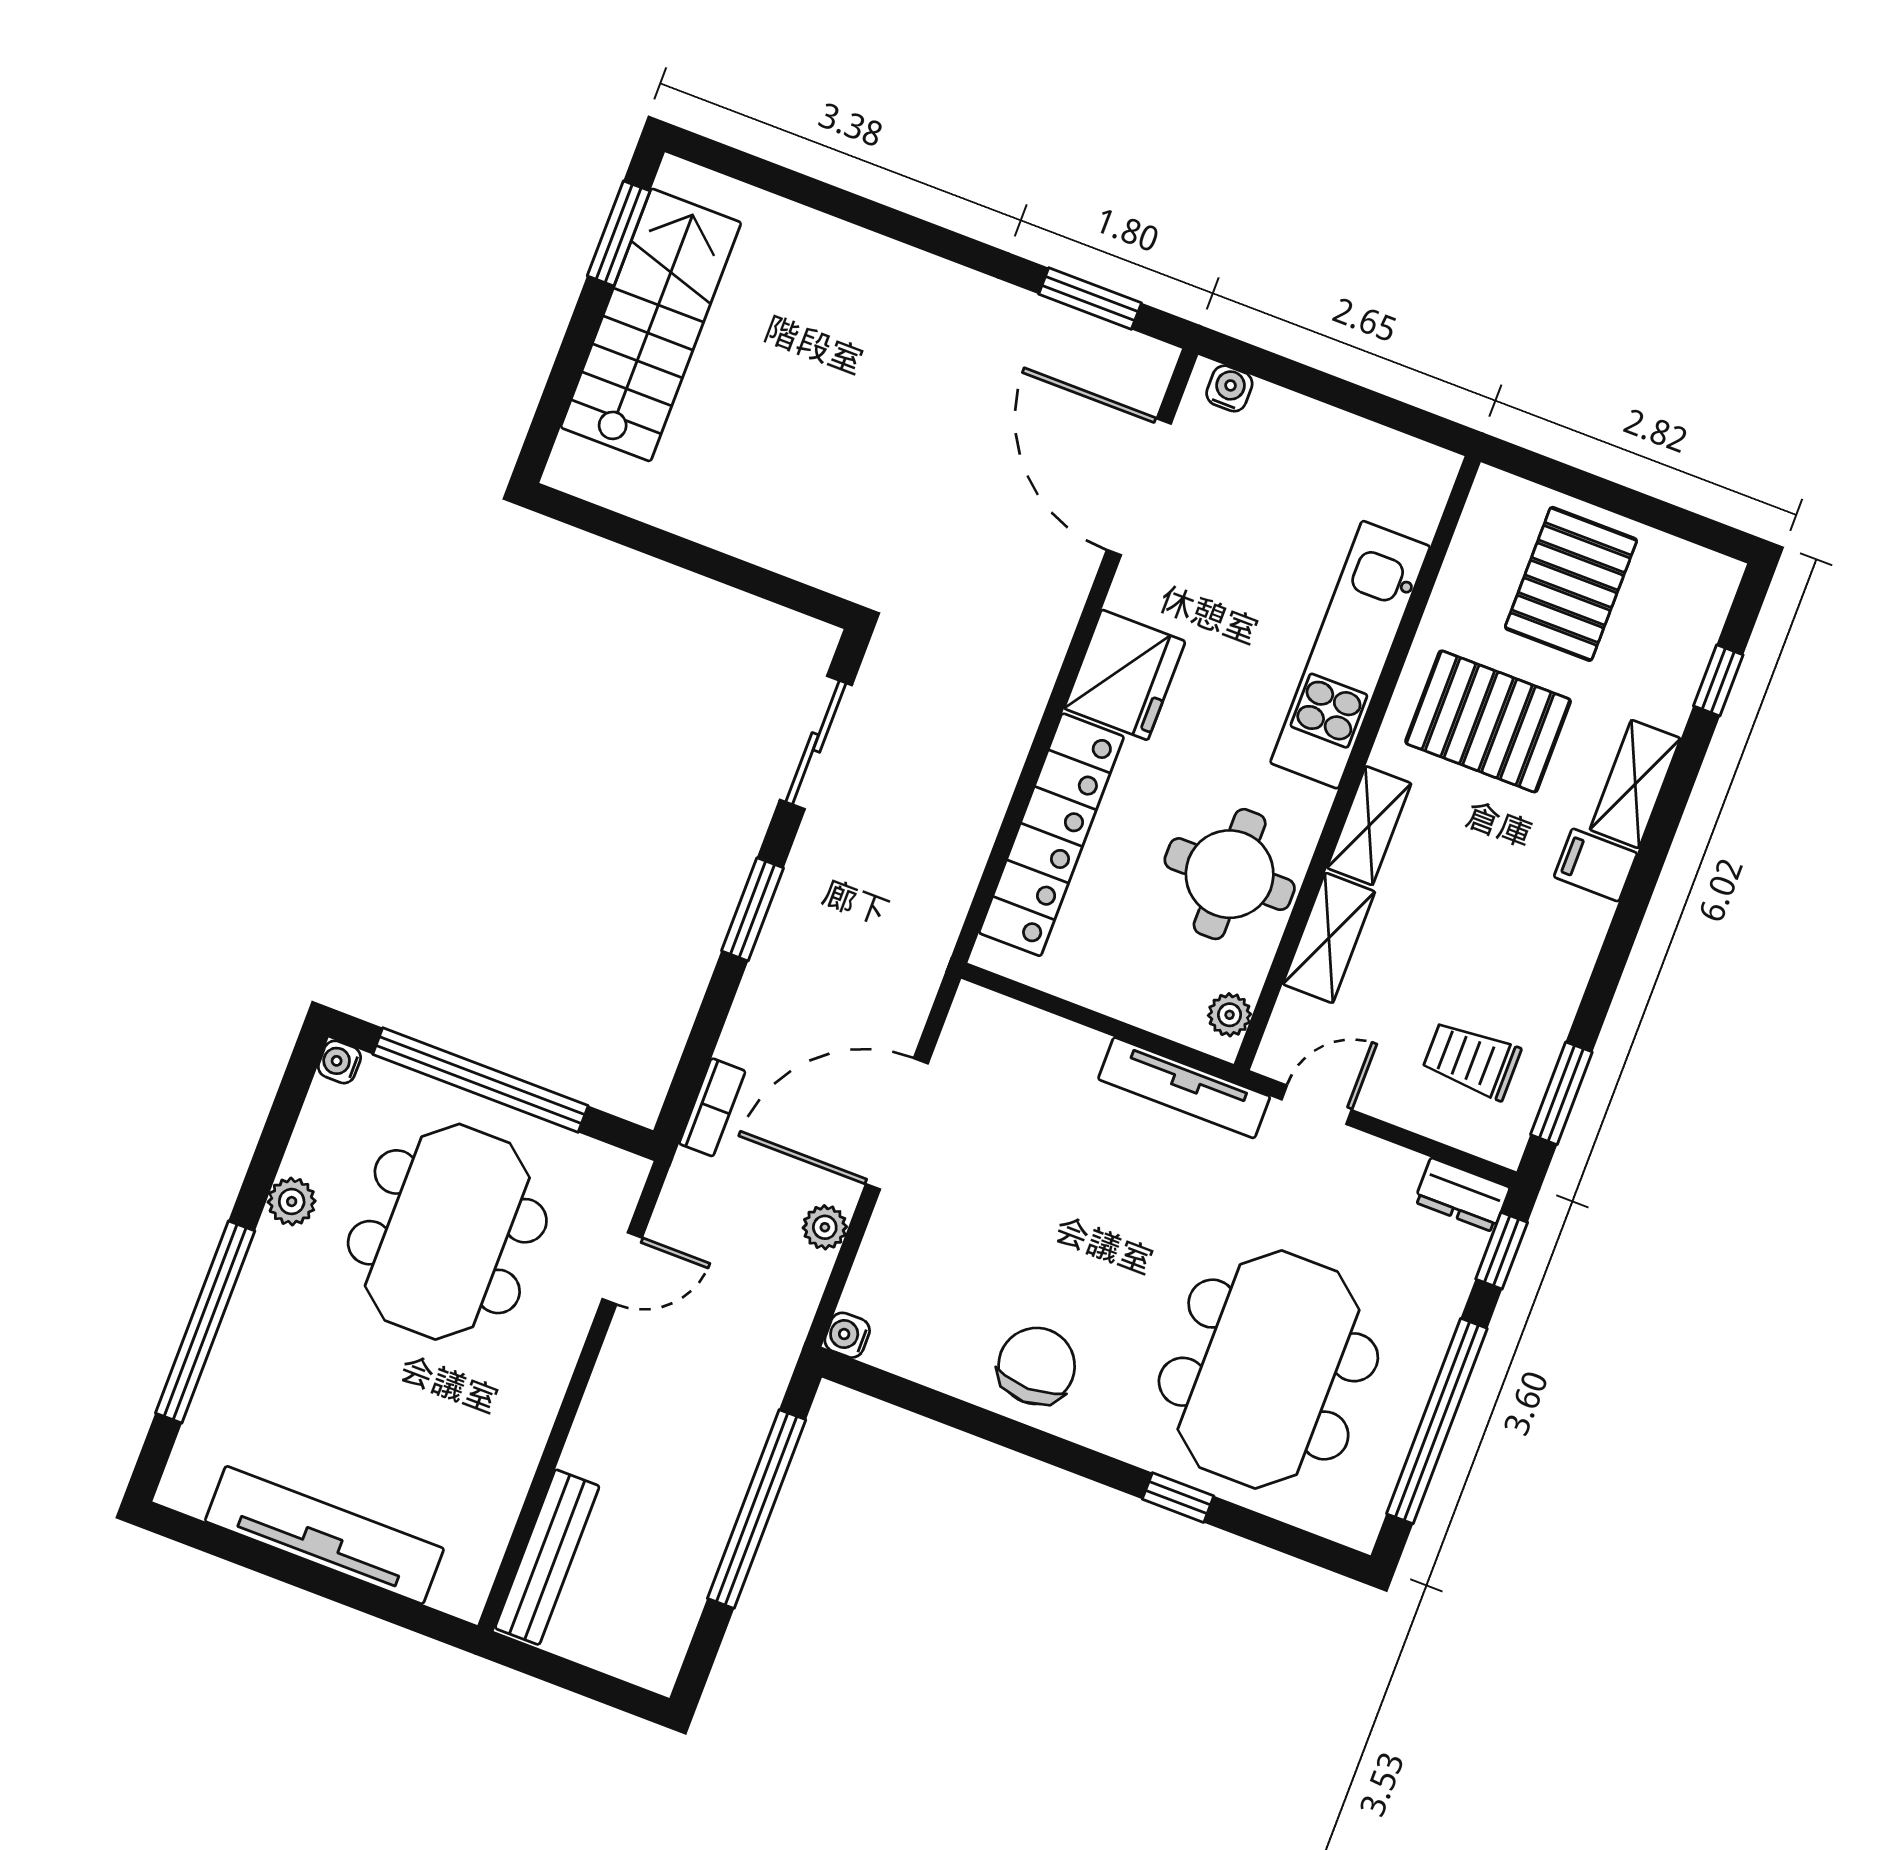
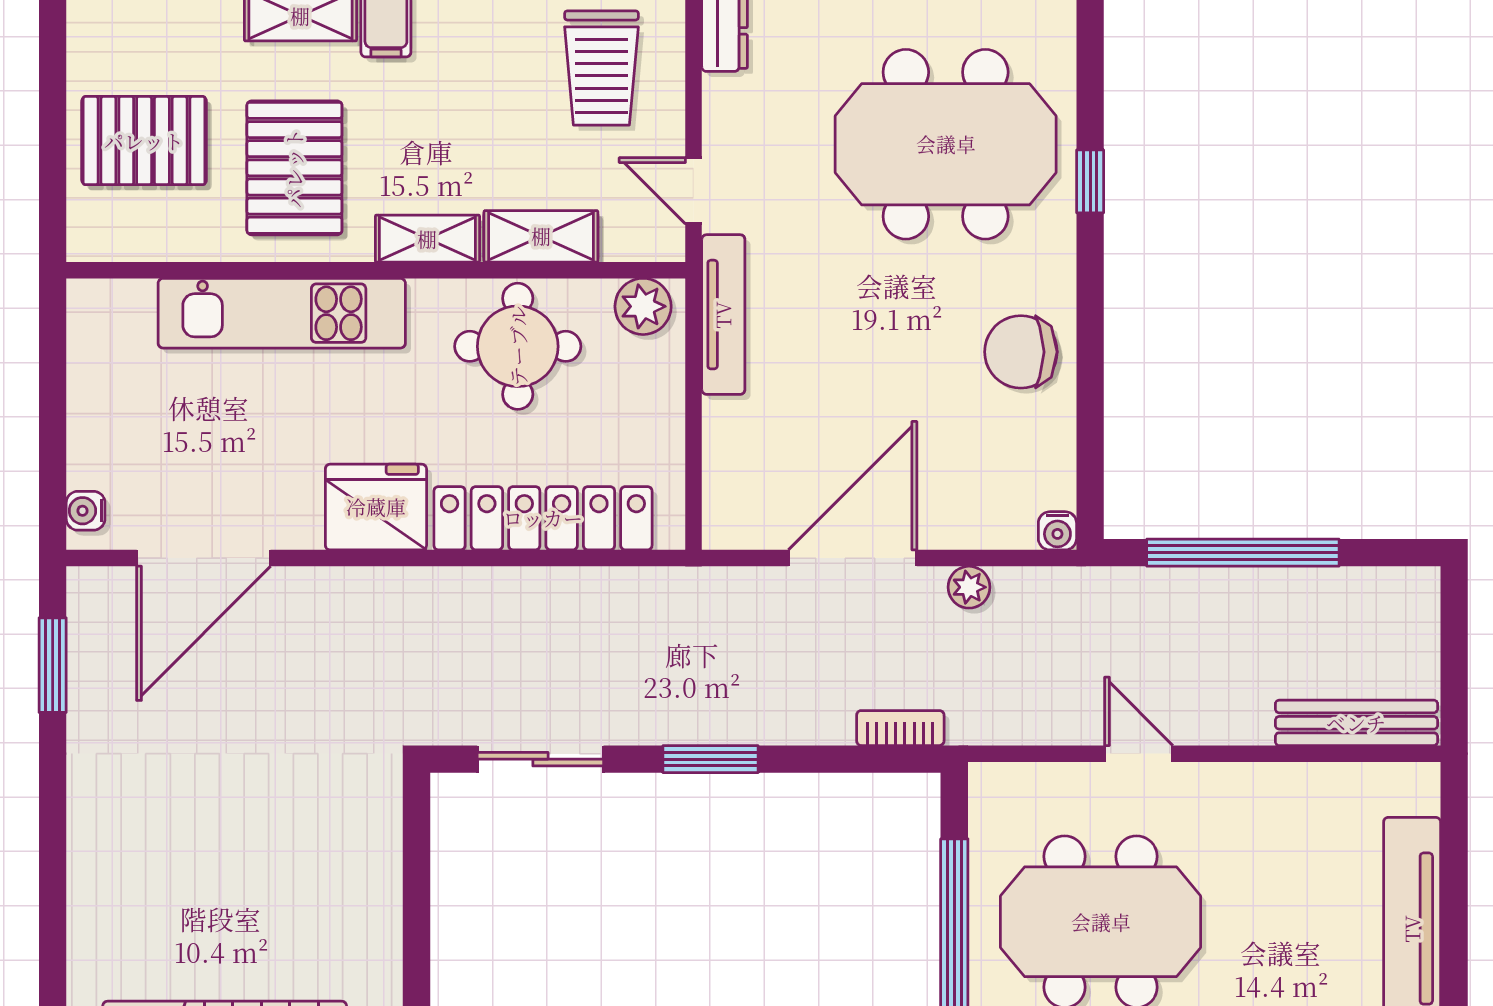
plant: (1230, 1015) -> (643, 306), width x1.38, depth x1.38
trolley: (1472, 1060) -> (601, 68), width x1.36, depth x1.39
door: (897, 1124) -> (853, 558), swing flipped
door: (622, 1268) -> (1139, 754), moved

